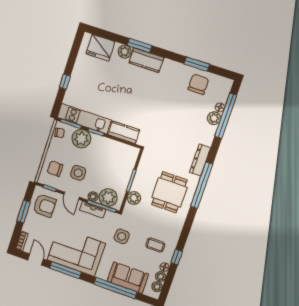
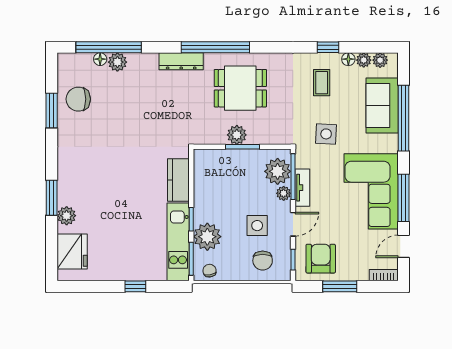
kitchen counter: (146, 60) -> (69, 182), removed
plant: (134, 198) -> (237, 135), moved

